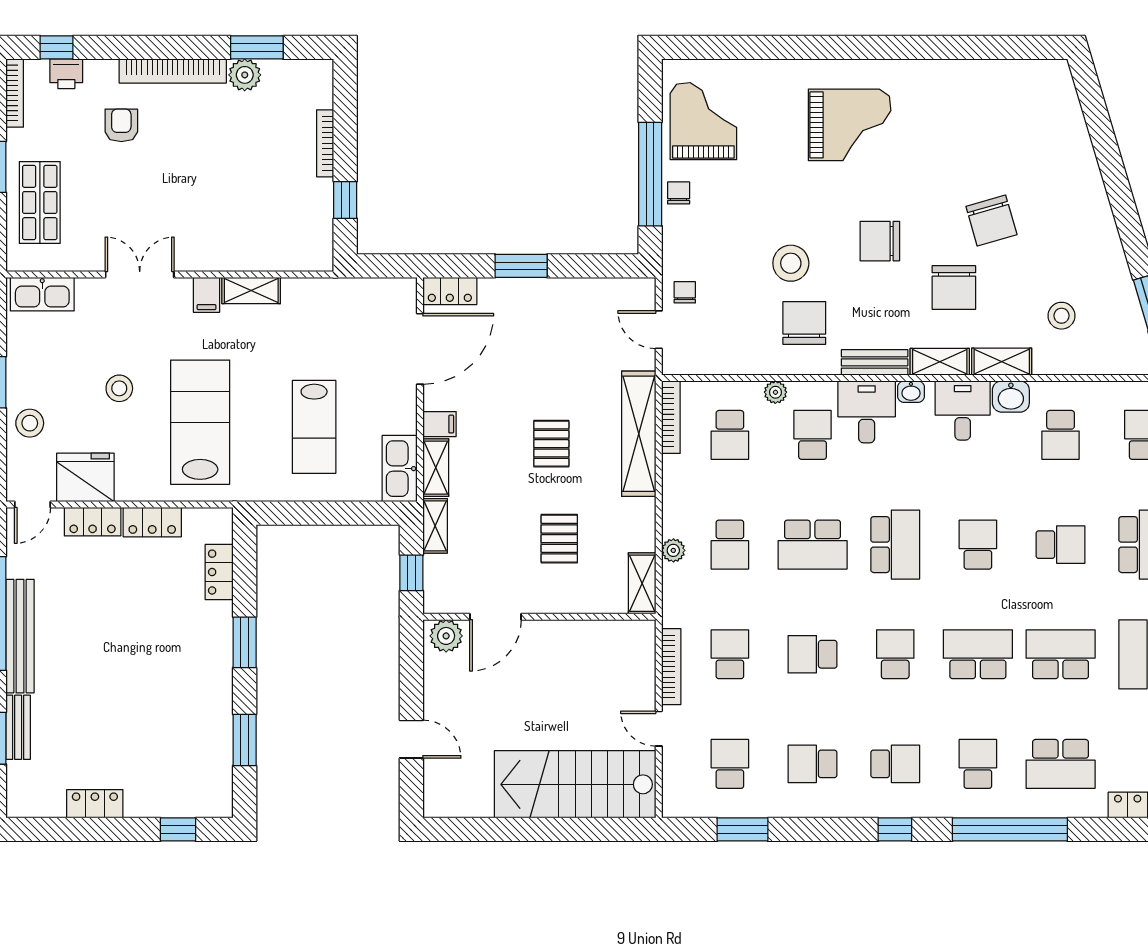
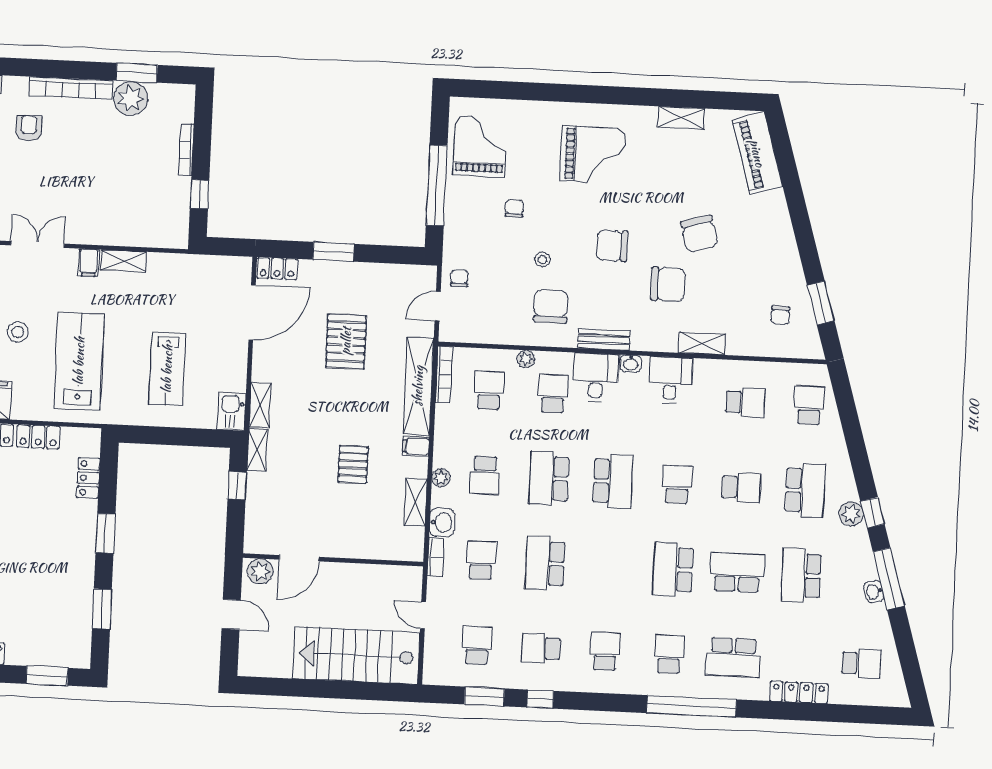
plant: (245, 75) -> (131, 98), width x1.36, depth x1.36
piano: (1061, 113) -> (757, 153), added
chair: (679, 193) -> (514, 208), moved
stool: (791, 263) -> (542, 260), width x0.53, depth x0.53
chair: (954, 288) -> (668, 284), turned -90
stool: (1062, 316) -> (750, 310), removed
chair: (1101, 321) -> (780, 315), added
door: (659, 330) -> (438, 306), hinge flipped
shelving: (940, 362) -> (681, 118), moved
washbasin: (1011, 397) -> (442, 522), moved, turned -90
filing cabinet: (440, 424) -> (416, 446), moved, turned 180
school desk: (730, 435) -> (489, 390), turned 180
school desk: (1061, 435) -> (745, 402), turned -90
pallet: (551, 444) -> (346, 341), moved, width x1.50, depth x1.42
kitchen sink: (400, 469) -> (232, 411), width x0.73
school desk: (813, 545) -> (549, 478), turned 90
door: (495, 617) -> (299, 558), moved
wall: (539, 617) -> (333, 560), moved
plant: (446, 636) -> (260, 571), moved
school desk: (813, 654) -> (545, 563), width x1.85
school desk: (895, 654) -> (609, 566), removed
school desk: (978, 654) -> (673, 569), turned -90
bookcase: (671, 667) -> (436, 557), width x0.64
school desk: (895, 764) -> (605, 651), turned -90
window: (178, 829) -> (47, 676), width x1.50
window: (895, 829) -> (540, 699), moved

